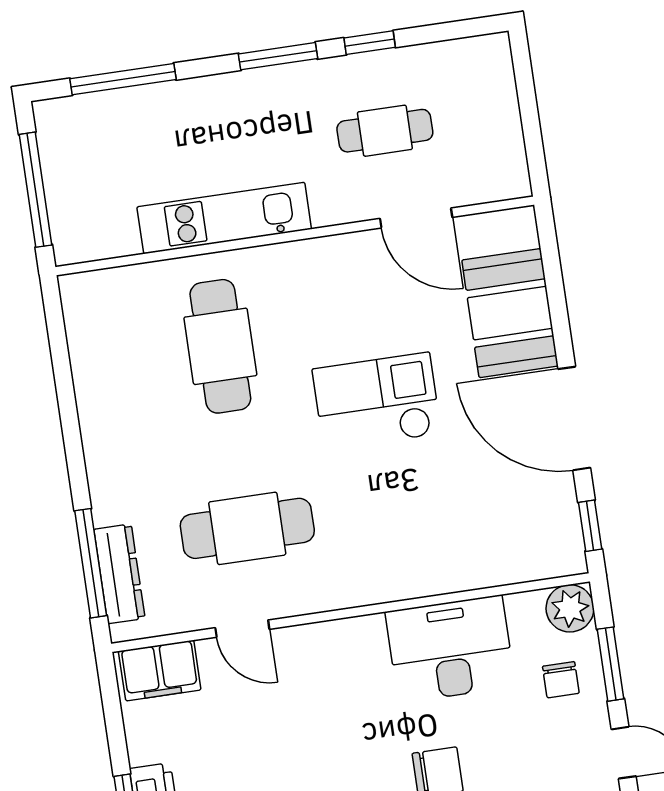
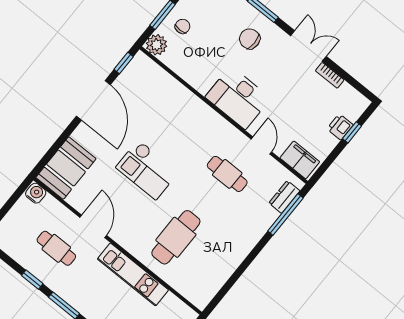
water cooler: (508, 181) -> (36, 193), added
door: (416, 218) -> (93, 226), moved
booth: (510, 313) -> (66, 168), moved
cafe table: (247, 528) -> (227, 174), width x0.73, depth x0.74
dresser: (119, 574) -> (284, 197), width x0.70
desk: (450, 649) -> (238, 98), moved

